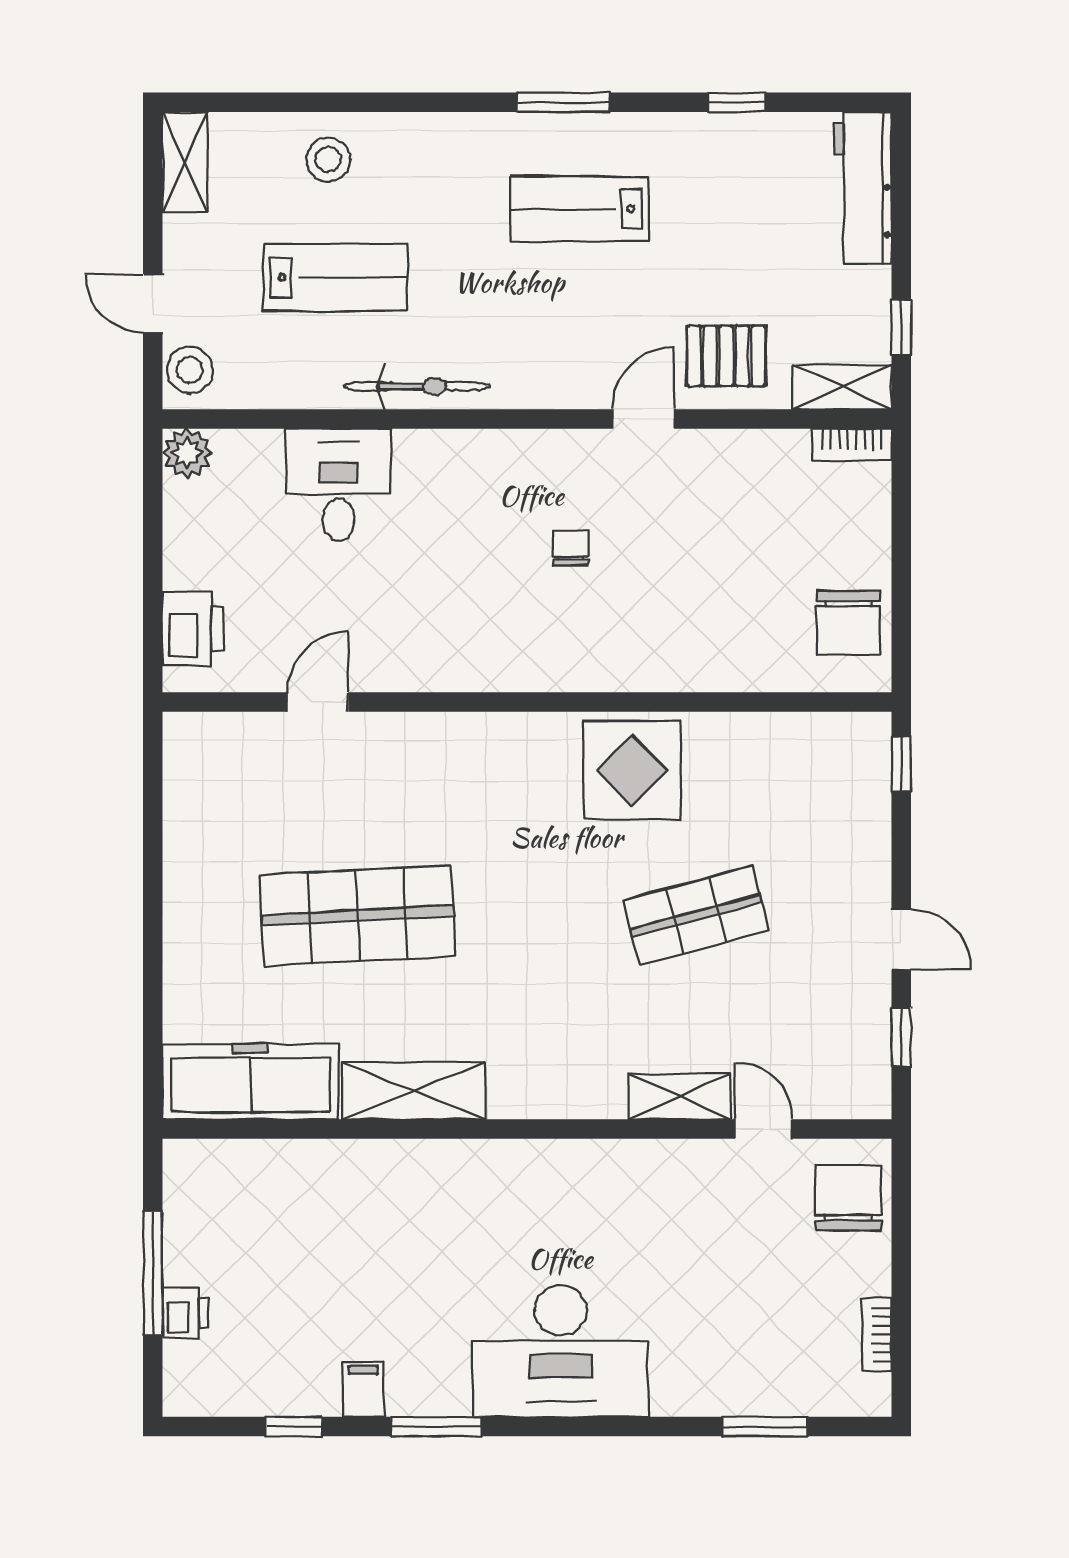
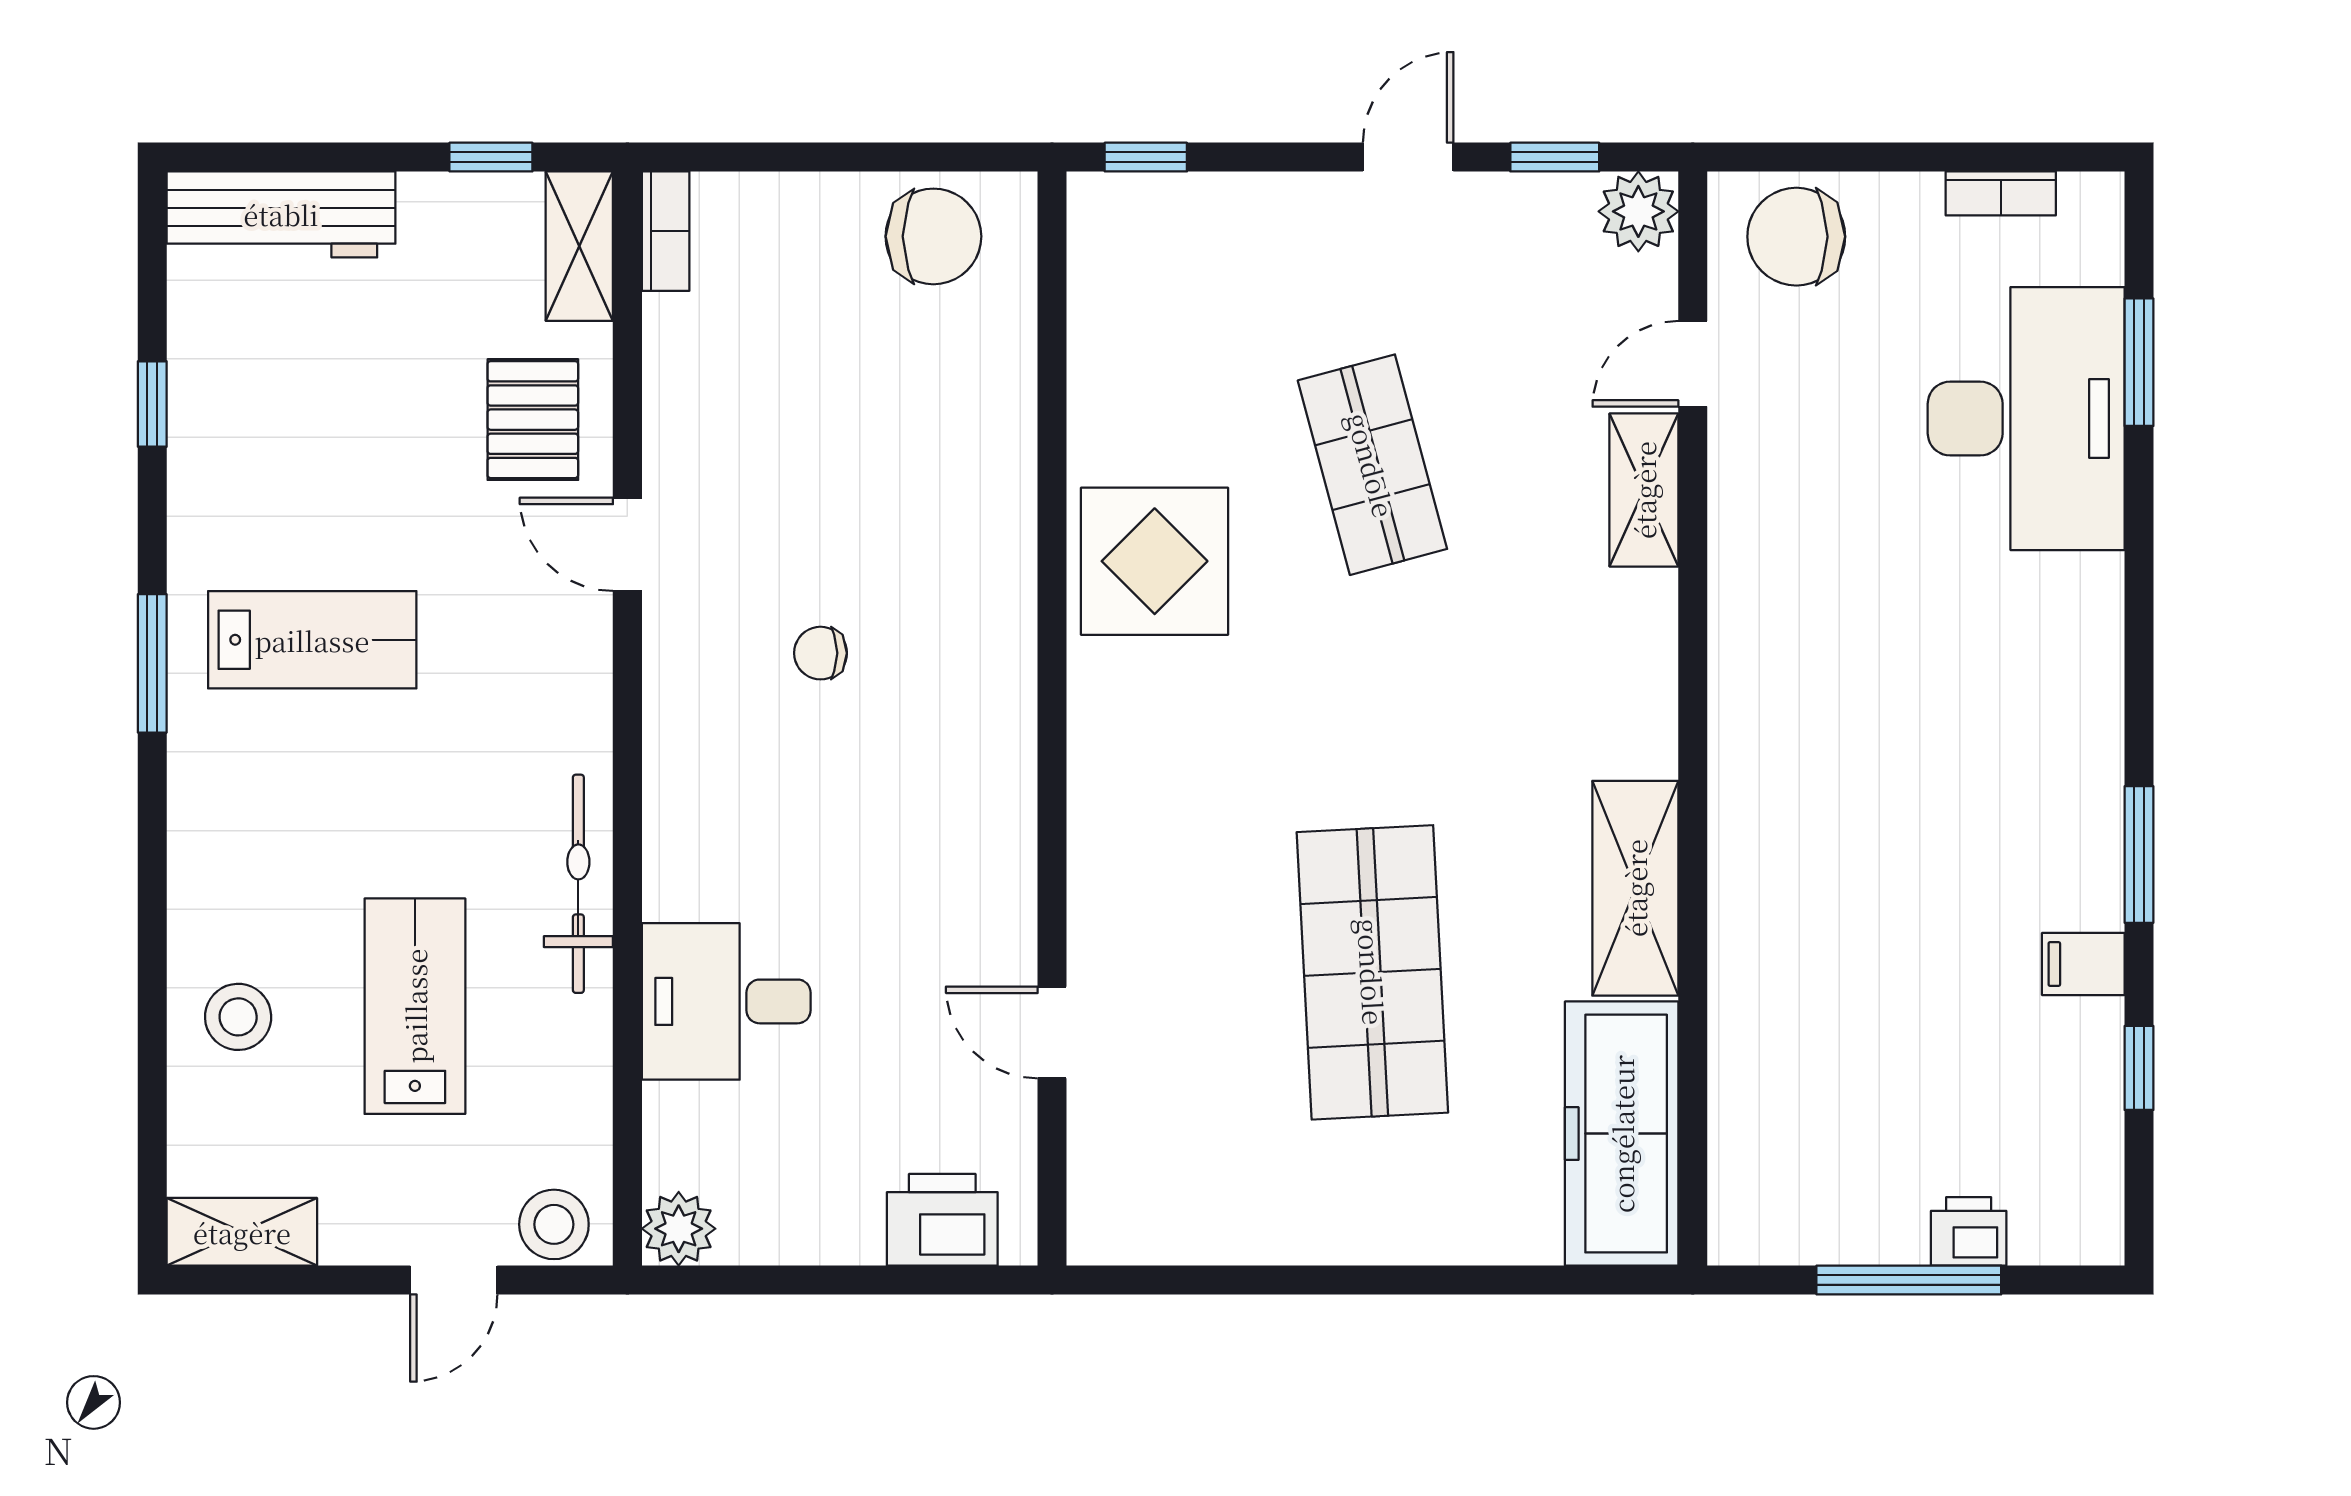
lab bench: (580, 209) -> (312, 640), turned -90
plant: (865, 1093) -> (1638, 211), added
desk: (561, 1351) -> (2026, 419), moved

